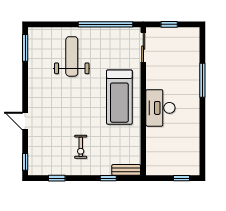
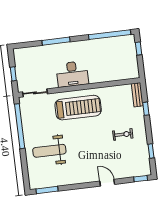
desk: (160, 108) -> (72, 74), moved
door: (25, 121) -> (107, 183), swing flipped
window: (202, 145) -> (110, 35), added

